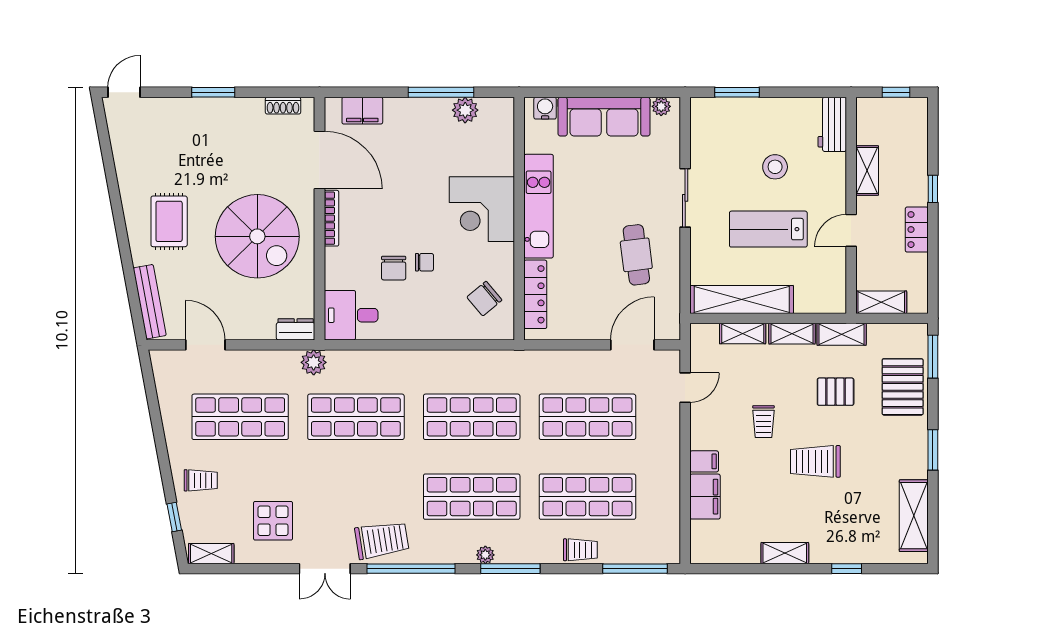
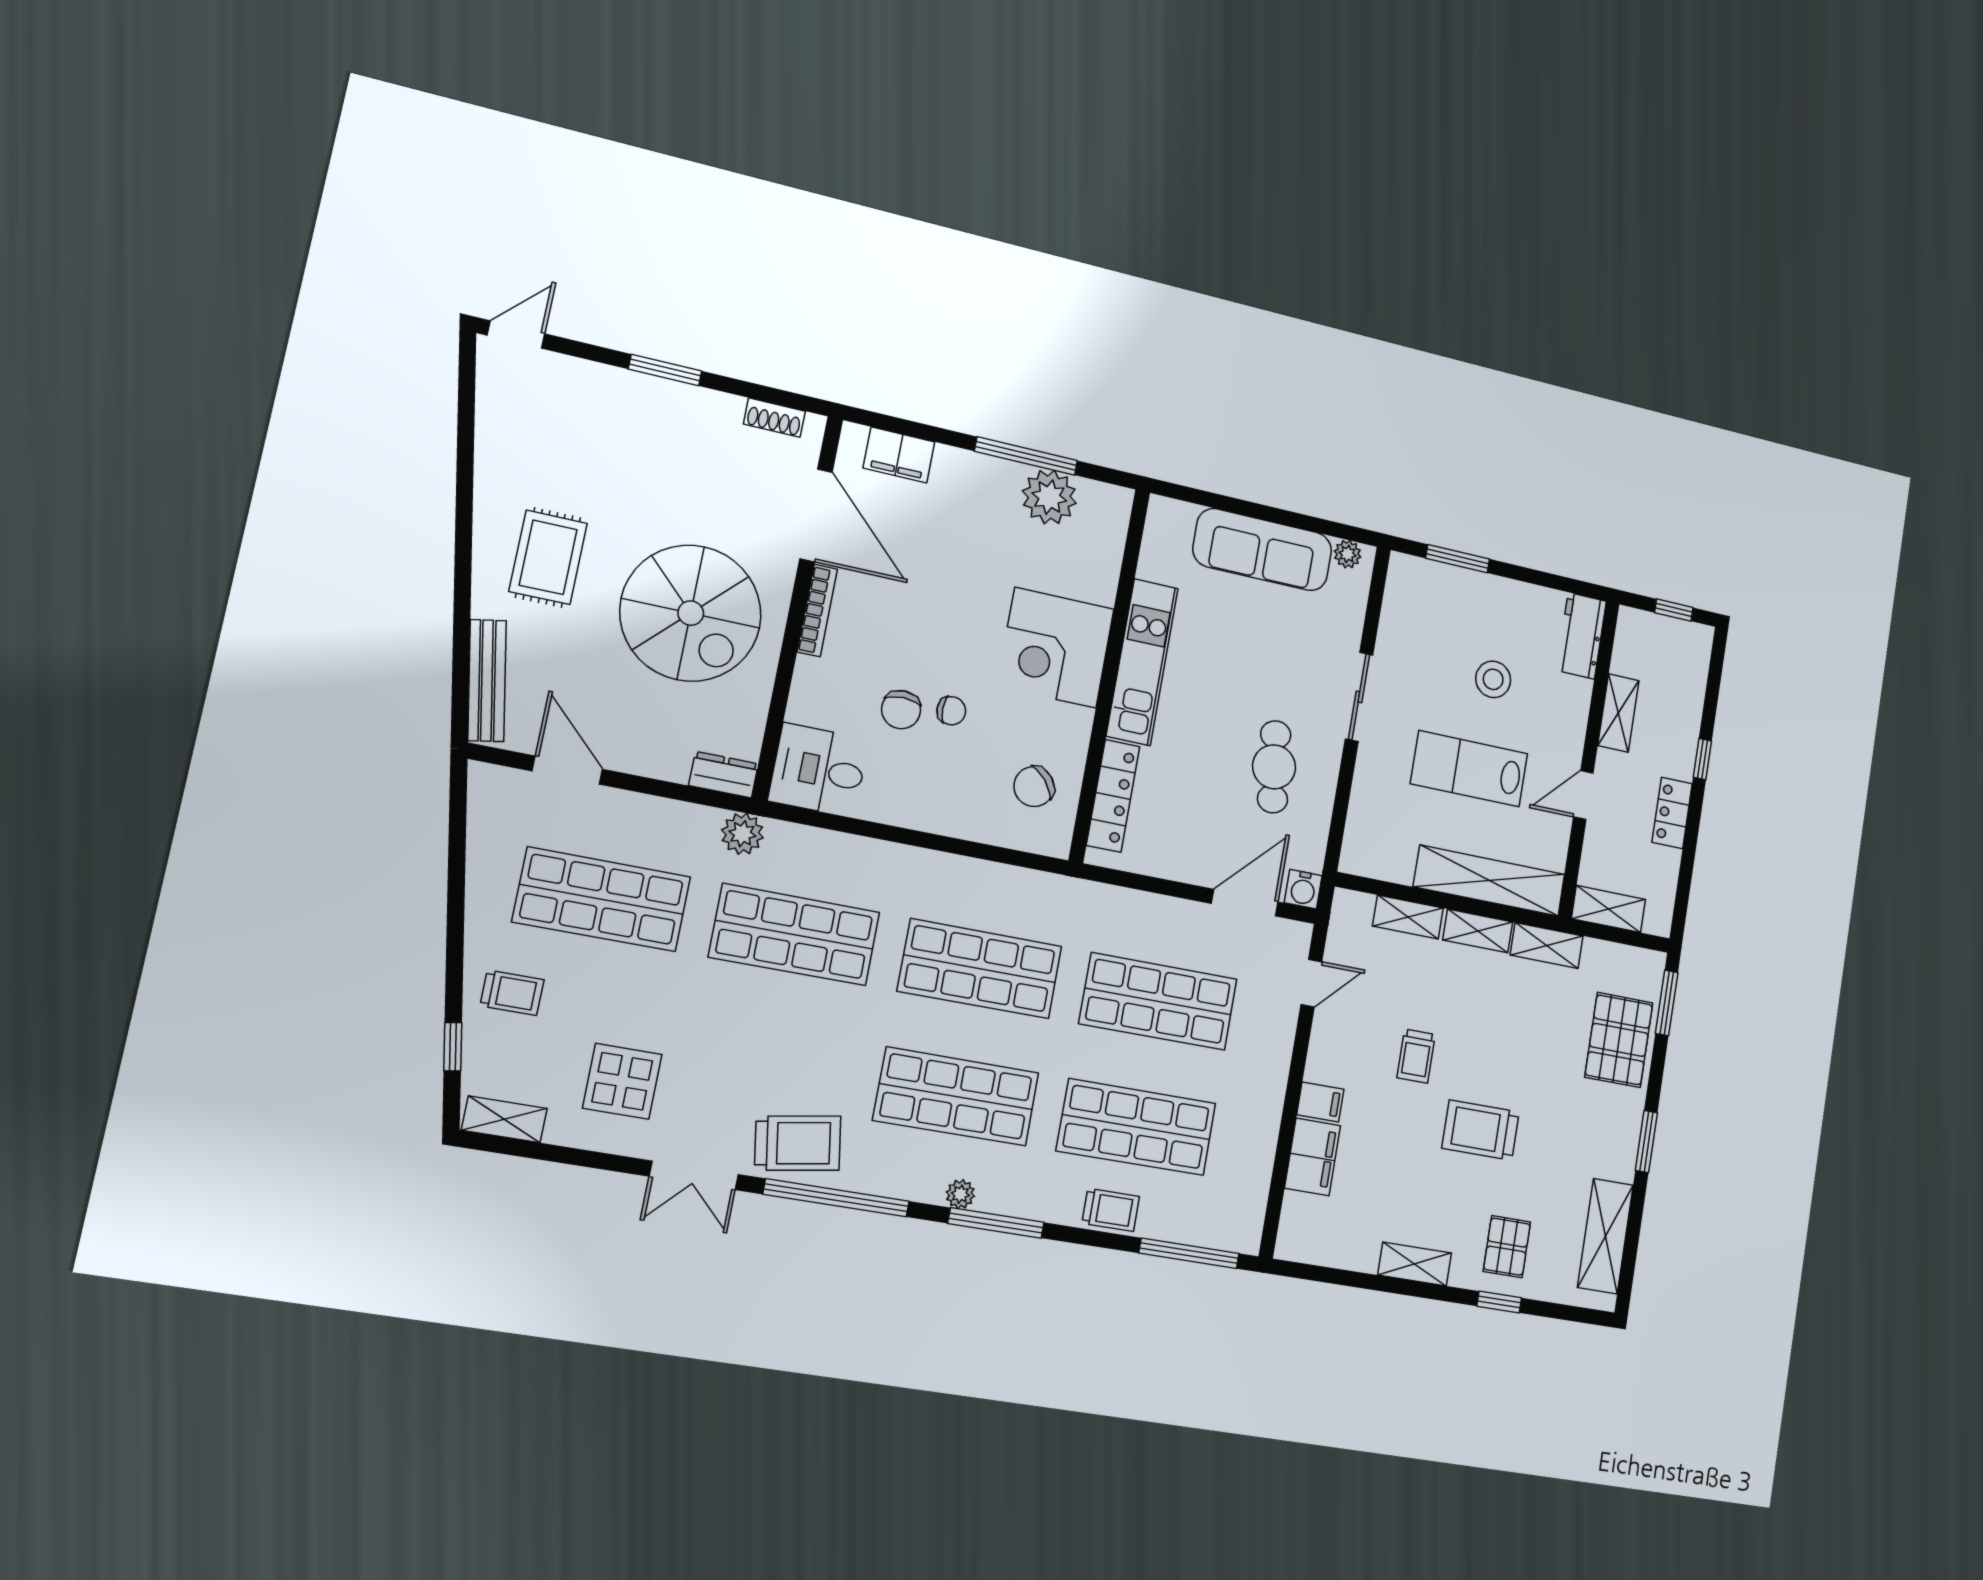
water cooler: (545, 108) -> (1303, 889), moved, turned 180
plant: (465, 110) -> (1049, 497), width x1.36, depth x1.36
shelving: (742, 299) -> (1489, 881), moved
pallet: (836, 392) -> (1507, 1247), moved, turned 90

